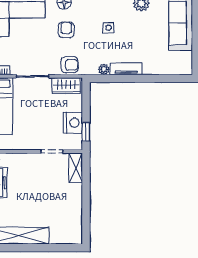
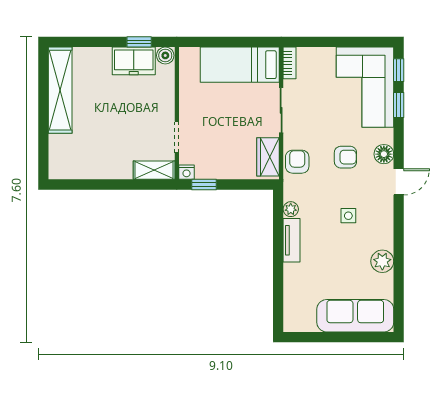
armchair: (70, 65) -> (297, 162), turned 180
nightstand: (73, 123) -> (187, 172), moved, width x0.53, depth x0.56

